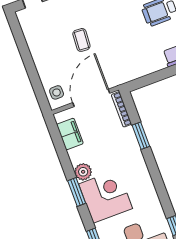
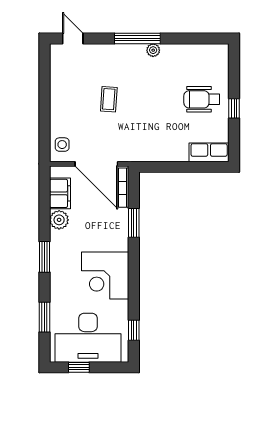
door: (91, 98) -> (96, 164), swing flipped
plant: (83, 172) -> (59, 220), moved
corner desk: (106, 196) -> (105, 276), moved, turned 180

